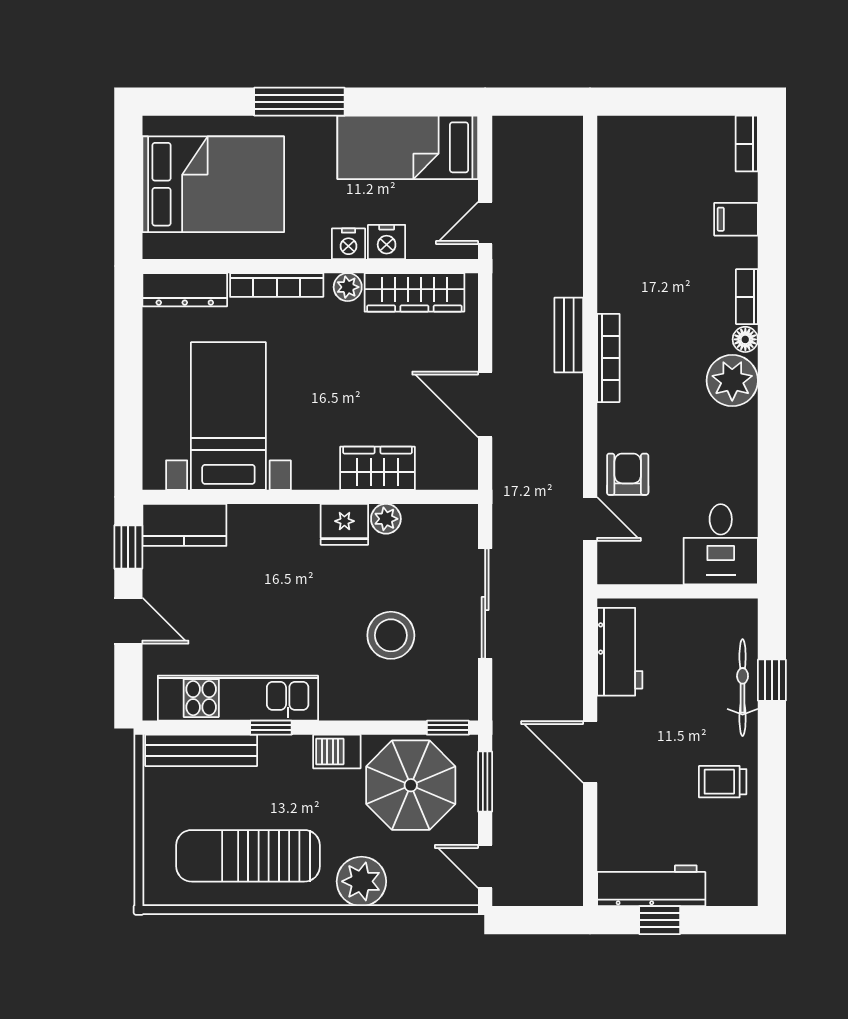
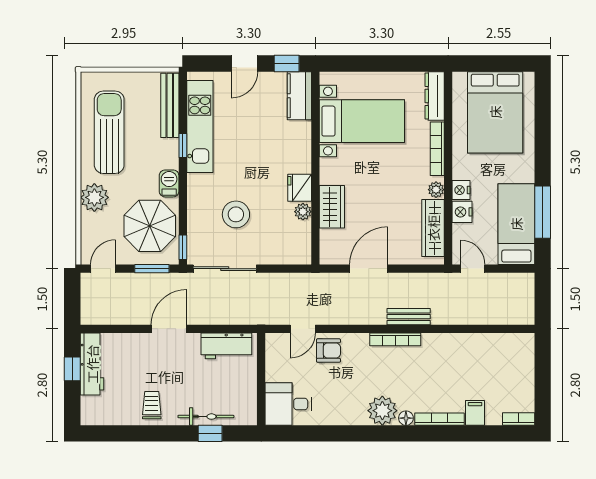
window: (299, 102) -> (543, 212), moved
bookcase: (747, 297) -> (439, 419), width x1.56
sliding door: (485, 604) -> (225, 269), moved

